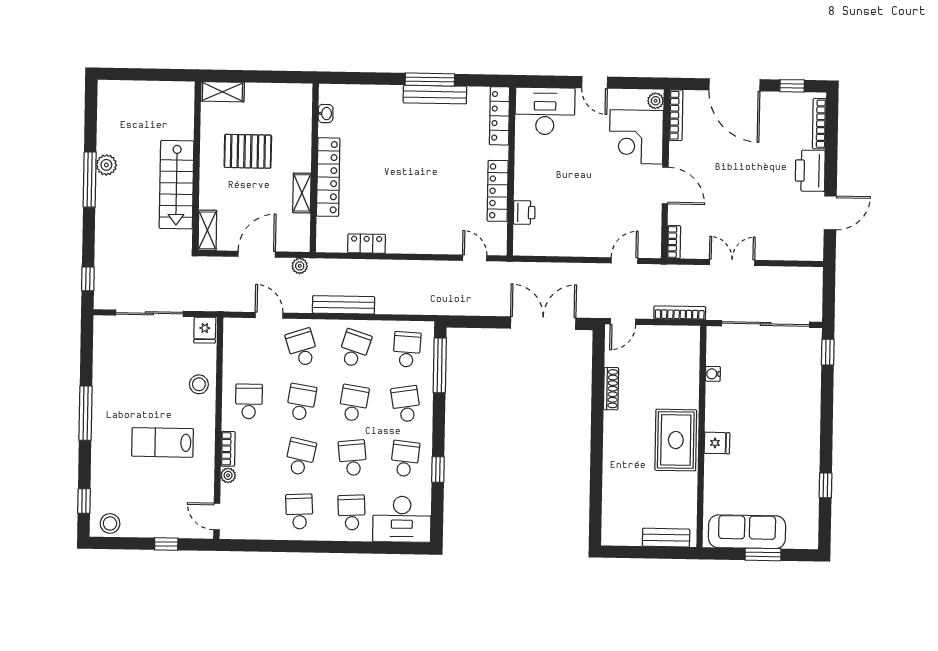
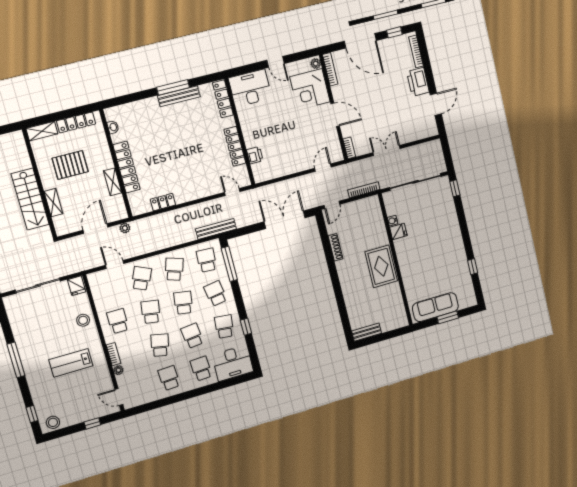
locker: (274, 92) -> (76, 122), added
shelving: (207, 230) -> (53, 203), moved
bench: (343, 305) -> (216, 229), moved
school desk: (302, 348) -> (141, 278), turned 42
fridge: (717, 443) -> (398, 231), moved
bench: (666, 538) -> (367, 332), moved

